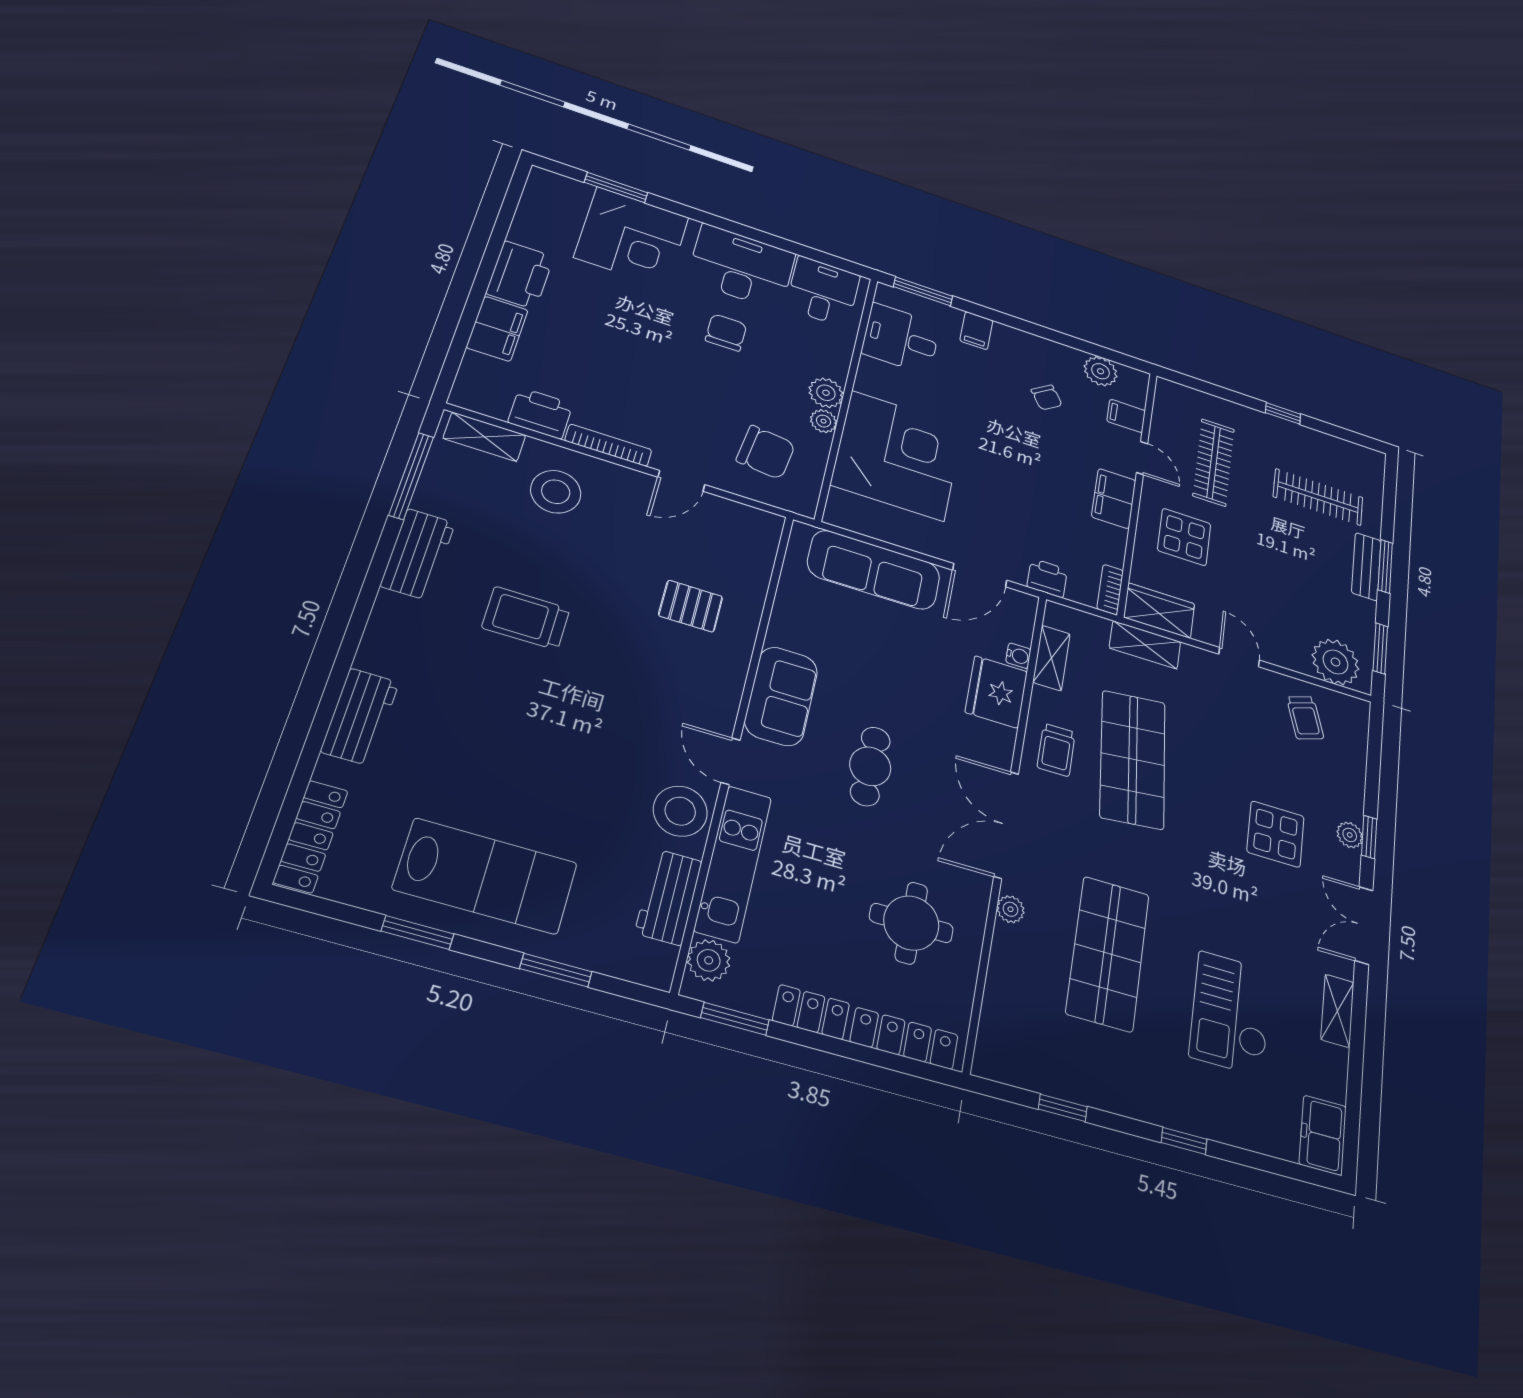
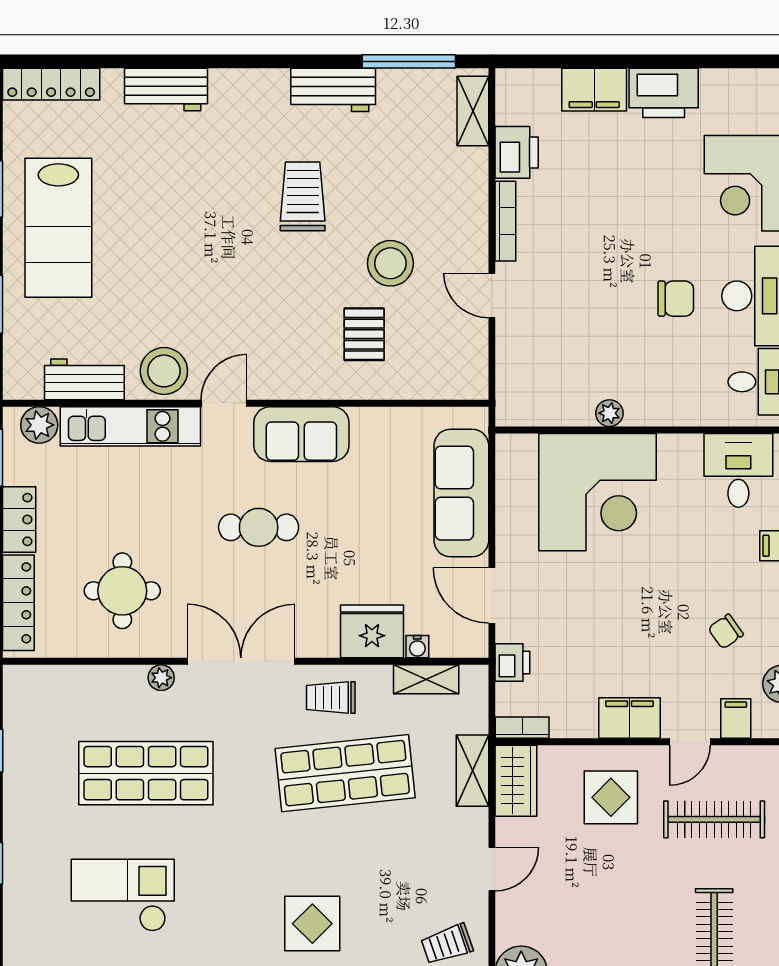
plant: (826, 393) -> (643, 409), removed
chair: (766, 452) -> (553, 366), removed
stool: (556, 492) -> (390, 263), moved

